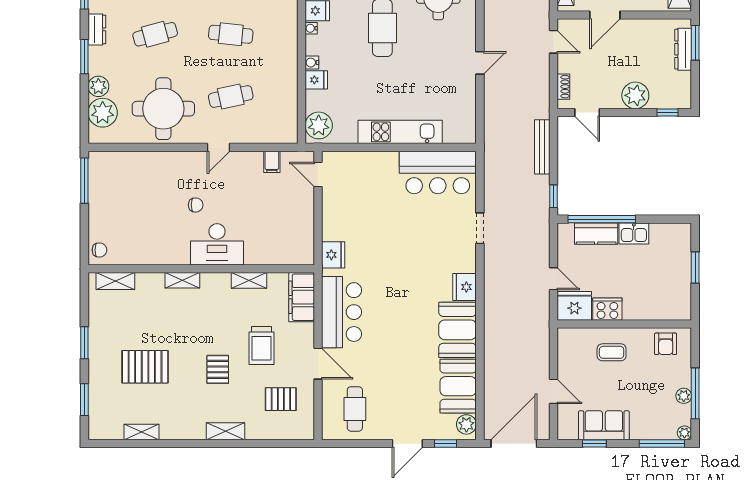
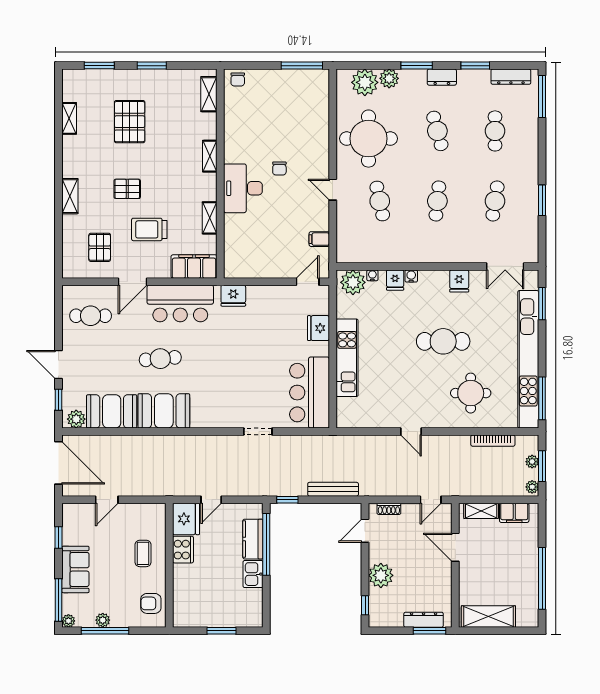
water cooler: (311, 28) -> (372, 275), moved
fridge: (465, 287) -> (318, 328), moved, turned -90
cafe table: (401, 334) -> (160, 359), added
sofa: (604, 425) -> (75, 569), moved

